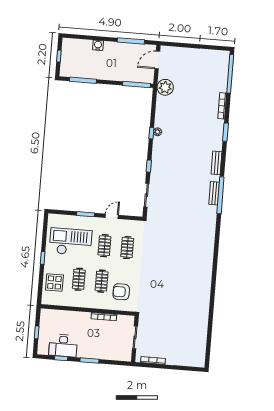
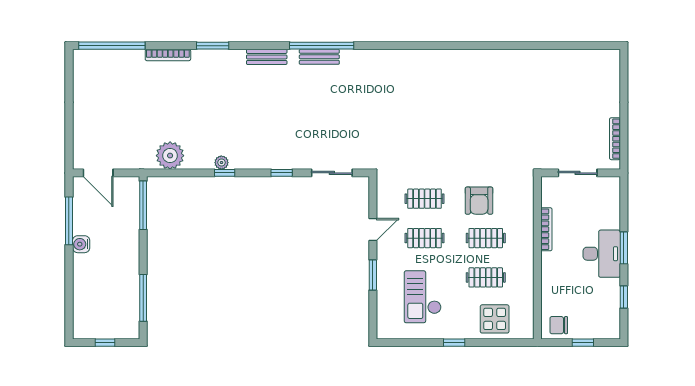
water cooler: (98, 45) -> (81, 244), moved
plant: (165, 87) -> (170, 156), moved
door: (112, 216) -> (373, 230), swing flipped
checkout: (71, 242) -> (423, 297), width x0.73, depth x0.83
armchair: (121, 292) -> (479, 201), moved
chair: (48, 319) -> (559, 325), added
desk: (63, 346) -> (602, 254), moved

